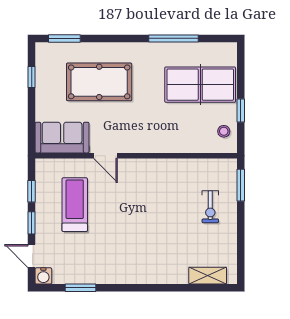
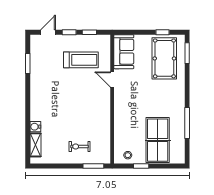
pool table: (99, 82) -> (164, 58), moved
door: (106, 156) -> (112, 80), hinge flipped
water cooler: (43, 276) -> (35, 127), moved

